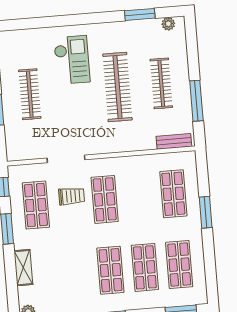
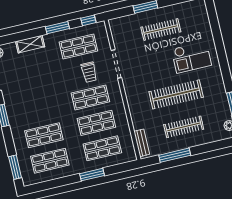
shop shelf: (110, 270) -> (96, 123), moved

